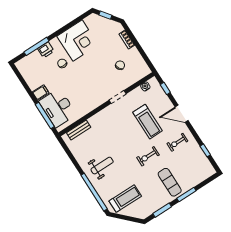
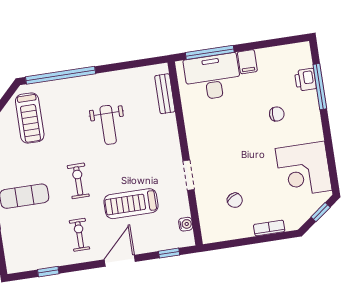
corner desk: (78, 41) -> (304, 169), moved
printer: (46, 50) -> (305, 80), moved
weight bench: (102, 166) -> (108, 125), moved

